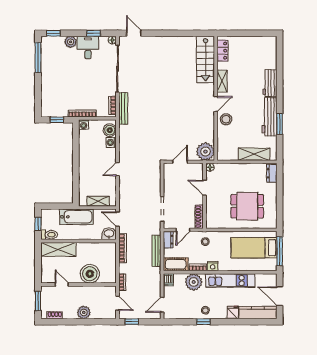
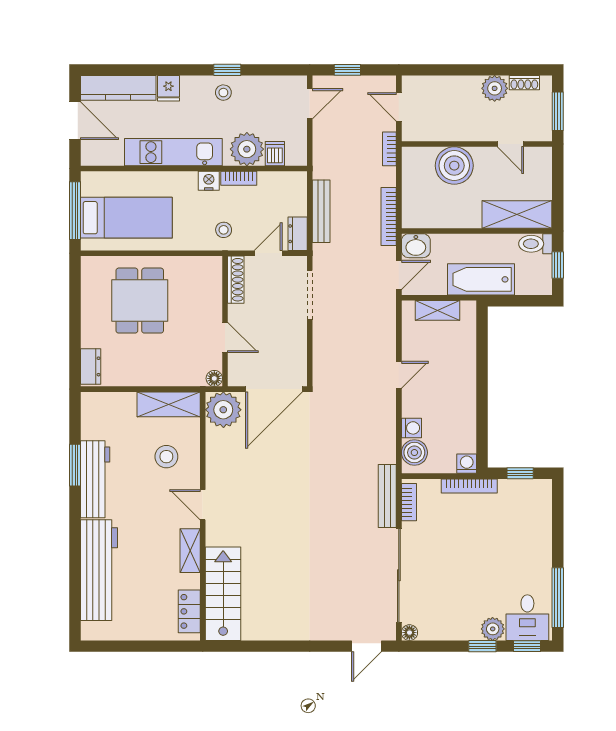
window: (93, 33) -> (482, 646), moved
door: (134, 33) -> (366, 646), hinge flipped
desk: (88, 47) -> (527, 618), moved
workbench: (270, 83) -> (99, 570), width x1.87, depth x1.32
door: (216, 104) -> (203, 505), hinge flipped
stool: (226, 119) -> (166, 457), moved
shelving: (254, 154) -> (169, 404), moved
door: (180, 162) -> (274, 389), width x1.88
dining table: (247, 206) -> (140, 301), turned 90
door: (118, 219) -> (399, 275), hinge flipped
cot: (176, 264) -> (283, 184), removed
dishwasher: (168, 280) -> (275, 154), moved
plant: (84, 312) -> (495, 88), moved
window: (132, 322) -> (347, 70), moved

